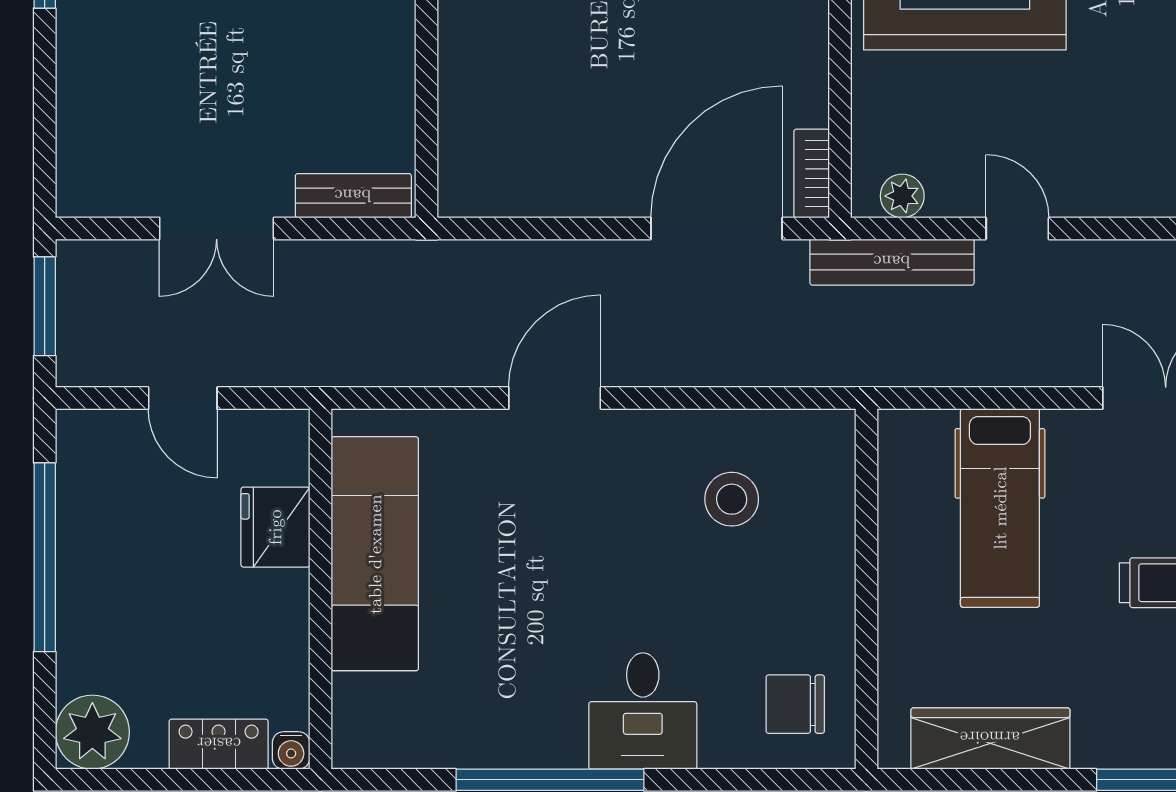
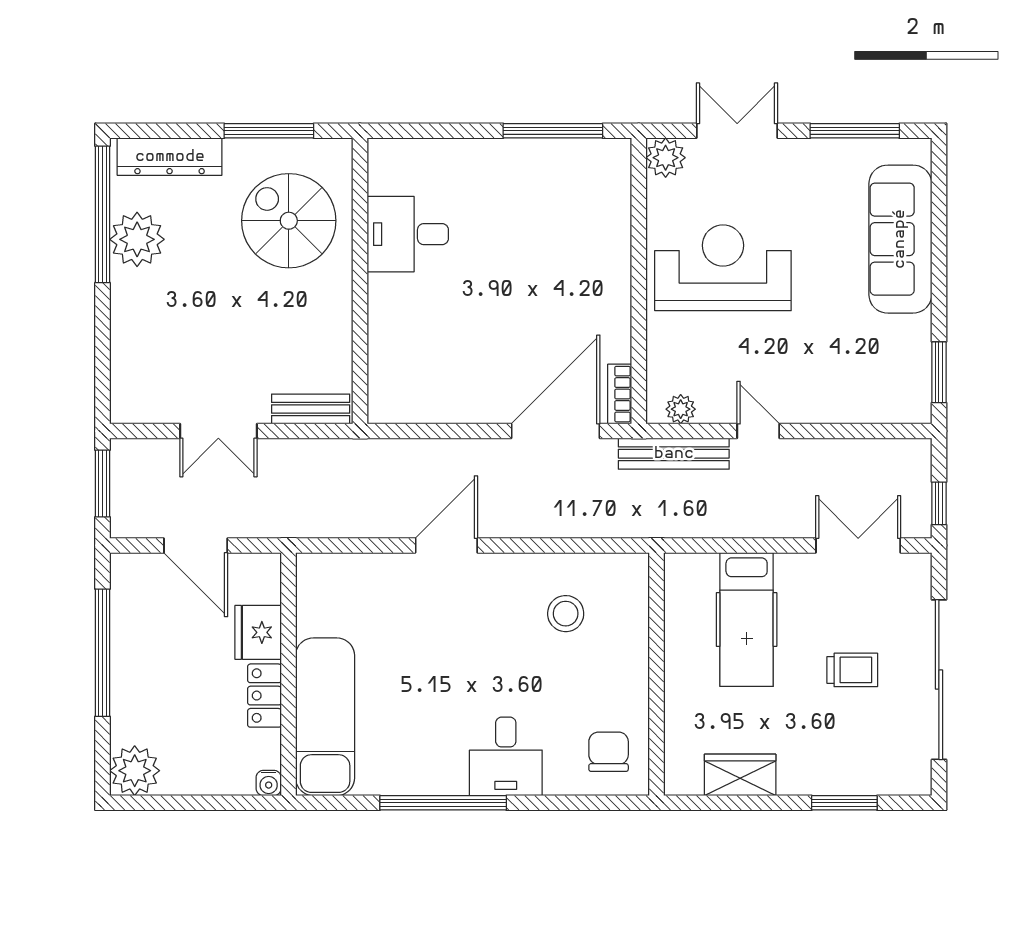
door: (183, 398) -> (196, 545), width x1.37
exam couch: (375, 554) -> (325, 717), moved
chair: (795, 704) -> (609, 752), turned 90
wardrobe: (990, 738) -> (740, 775), width x0.67
locker: (219, 744) -> (264, 696), moved, turned -90

